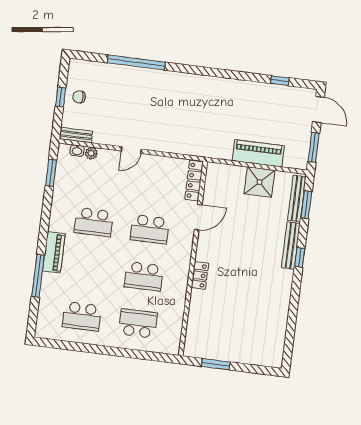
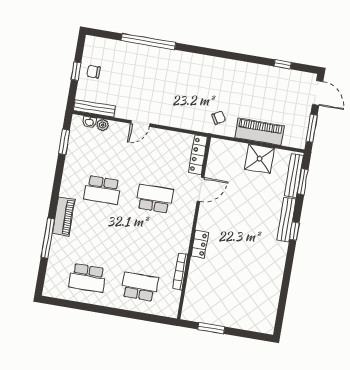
bench: (76, 135) -> (95, 108), width x1.36
chair: (214, 140) -> (219, 118), added
school desk: (150, 229) -> (155, 199), turned 180
school desk: (144, 276) -> (147, 243), removed
bookcase: (180, 305) -> (180, 271), added

